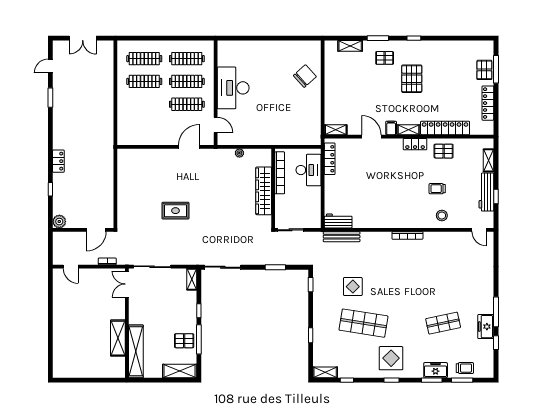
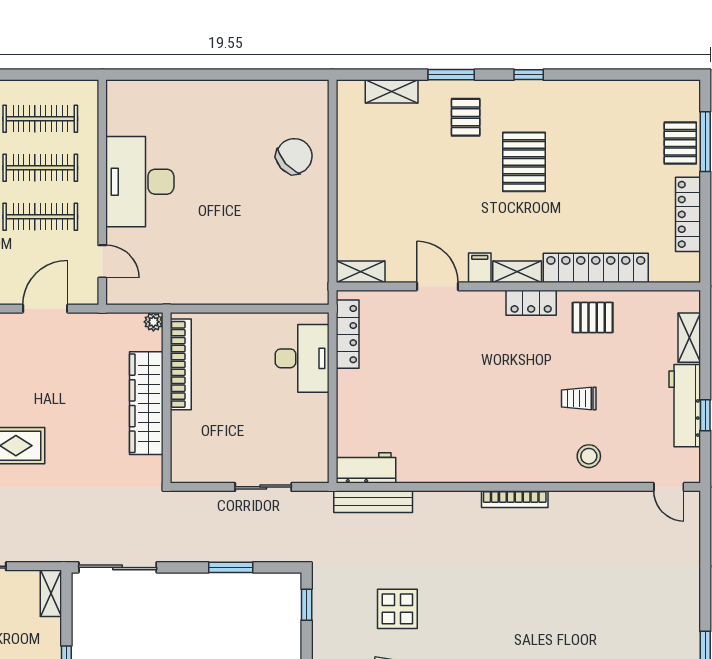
pallet: (385, 58) -> (466, 117), turned 90
bookcase: (280, 173) -> (181, 364), moved
wall: (273, 188) -> (167, 398), moved
wardrobe: (264, 191) -> (146, 403), moved

